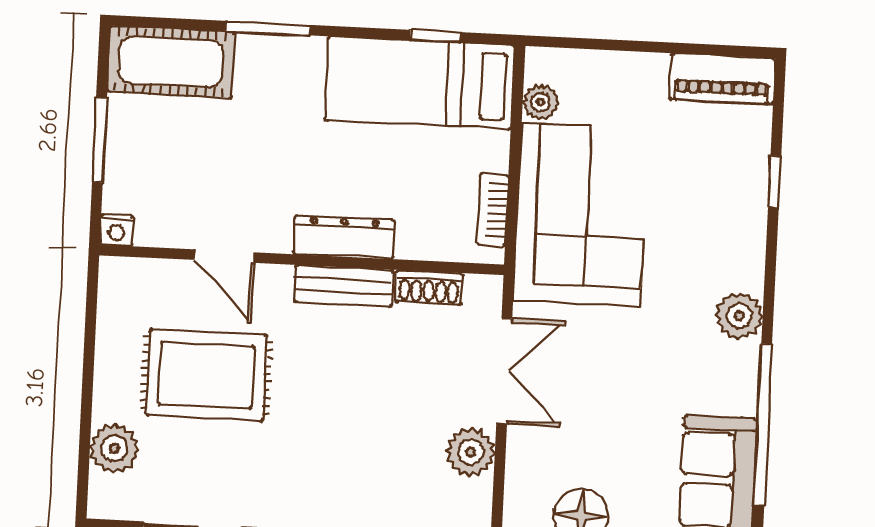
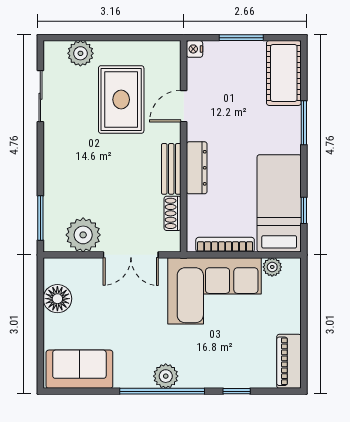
bookcase: (493, 210) -> (225, 245), width x1.56
window: (763, 425) -> (162, 391), moved
plant: (471, 452) -> (83, 235), width x1.36, depth x1.36

